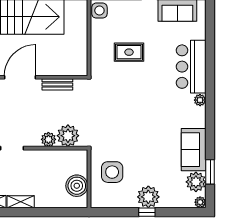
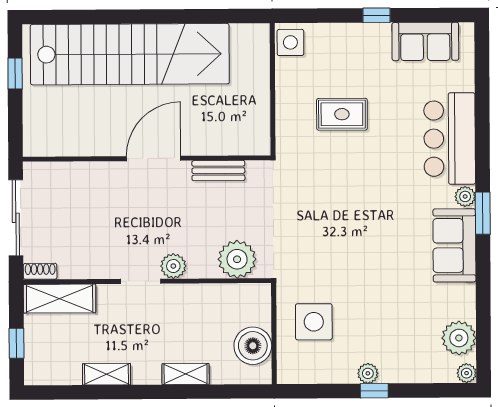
plant: (48, 139) -> (173, 266), moved
sofa: (194, 150) -> (454, 245), moved
window: (210, 172) -> (483, 213), moved
plant: (148, 197) -> (368, 373), width x0.53, depth x0.53
shelving: (21, 202) -> (186, 374), moved

